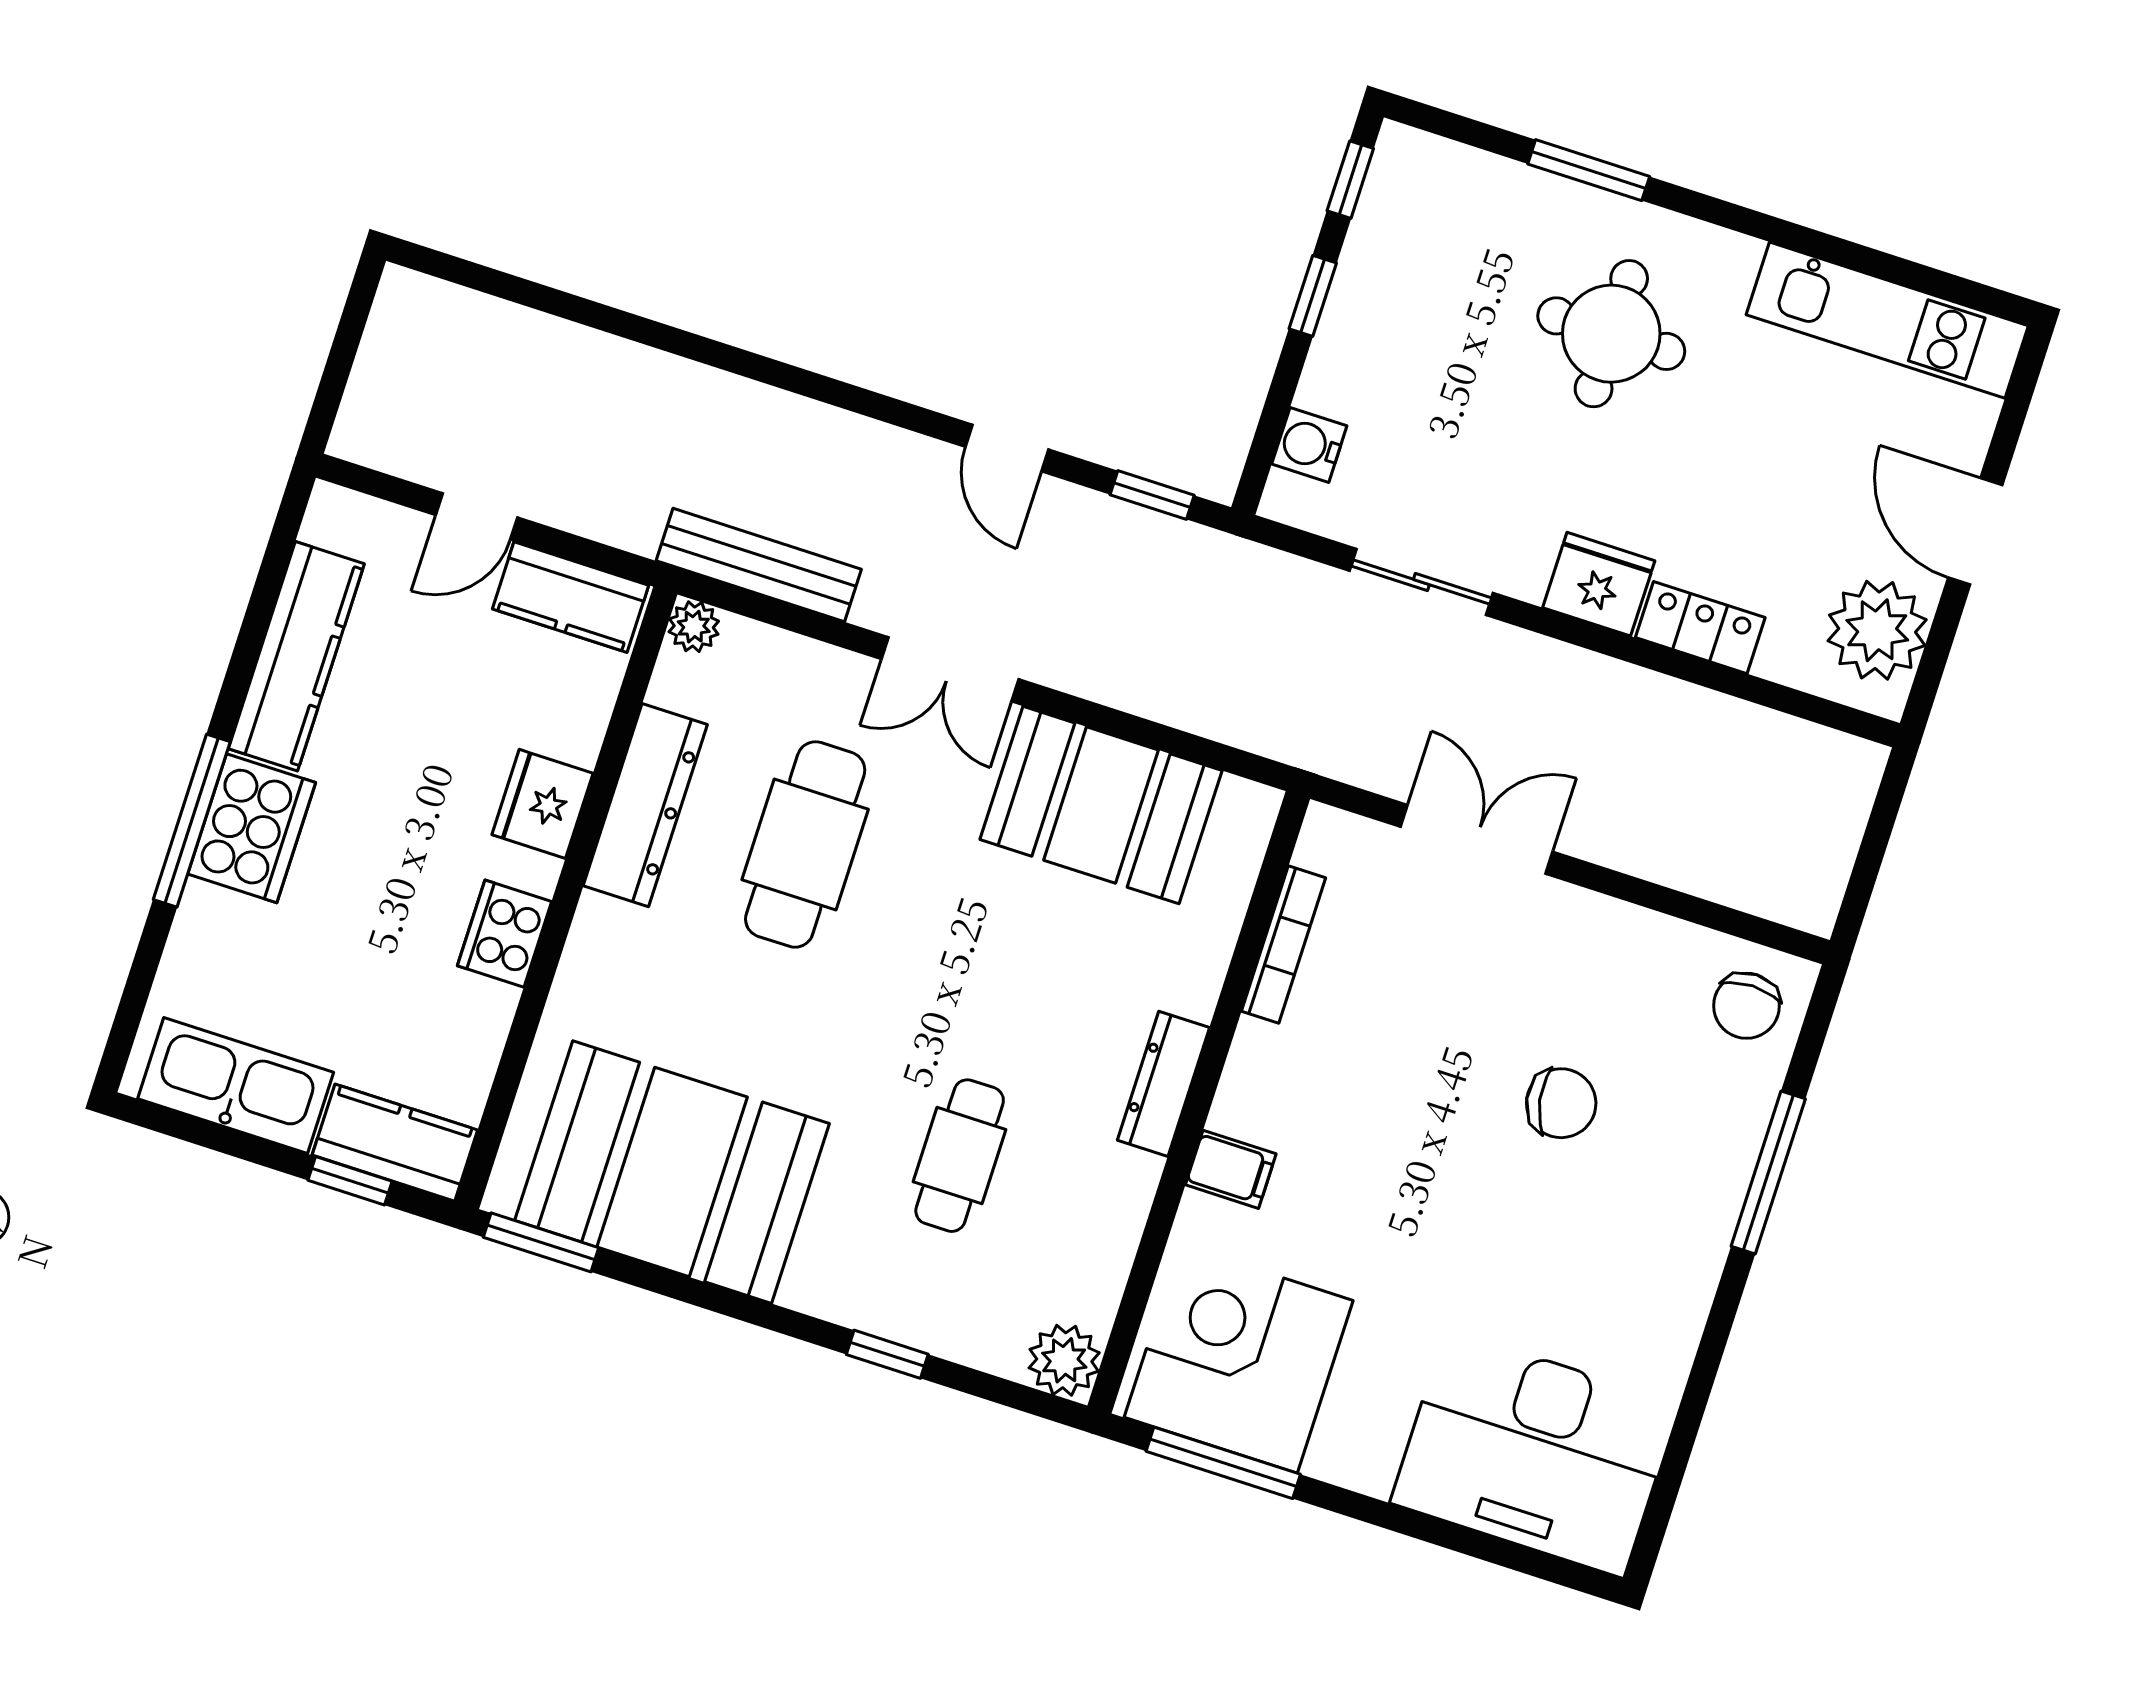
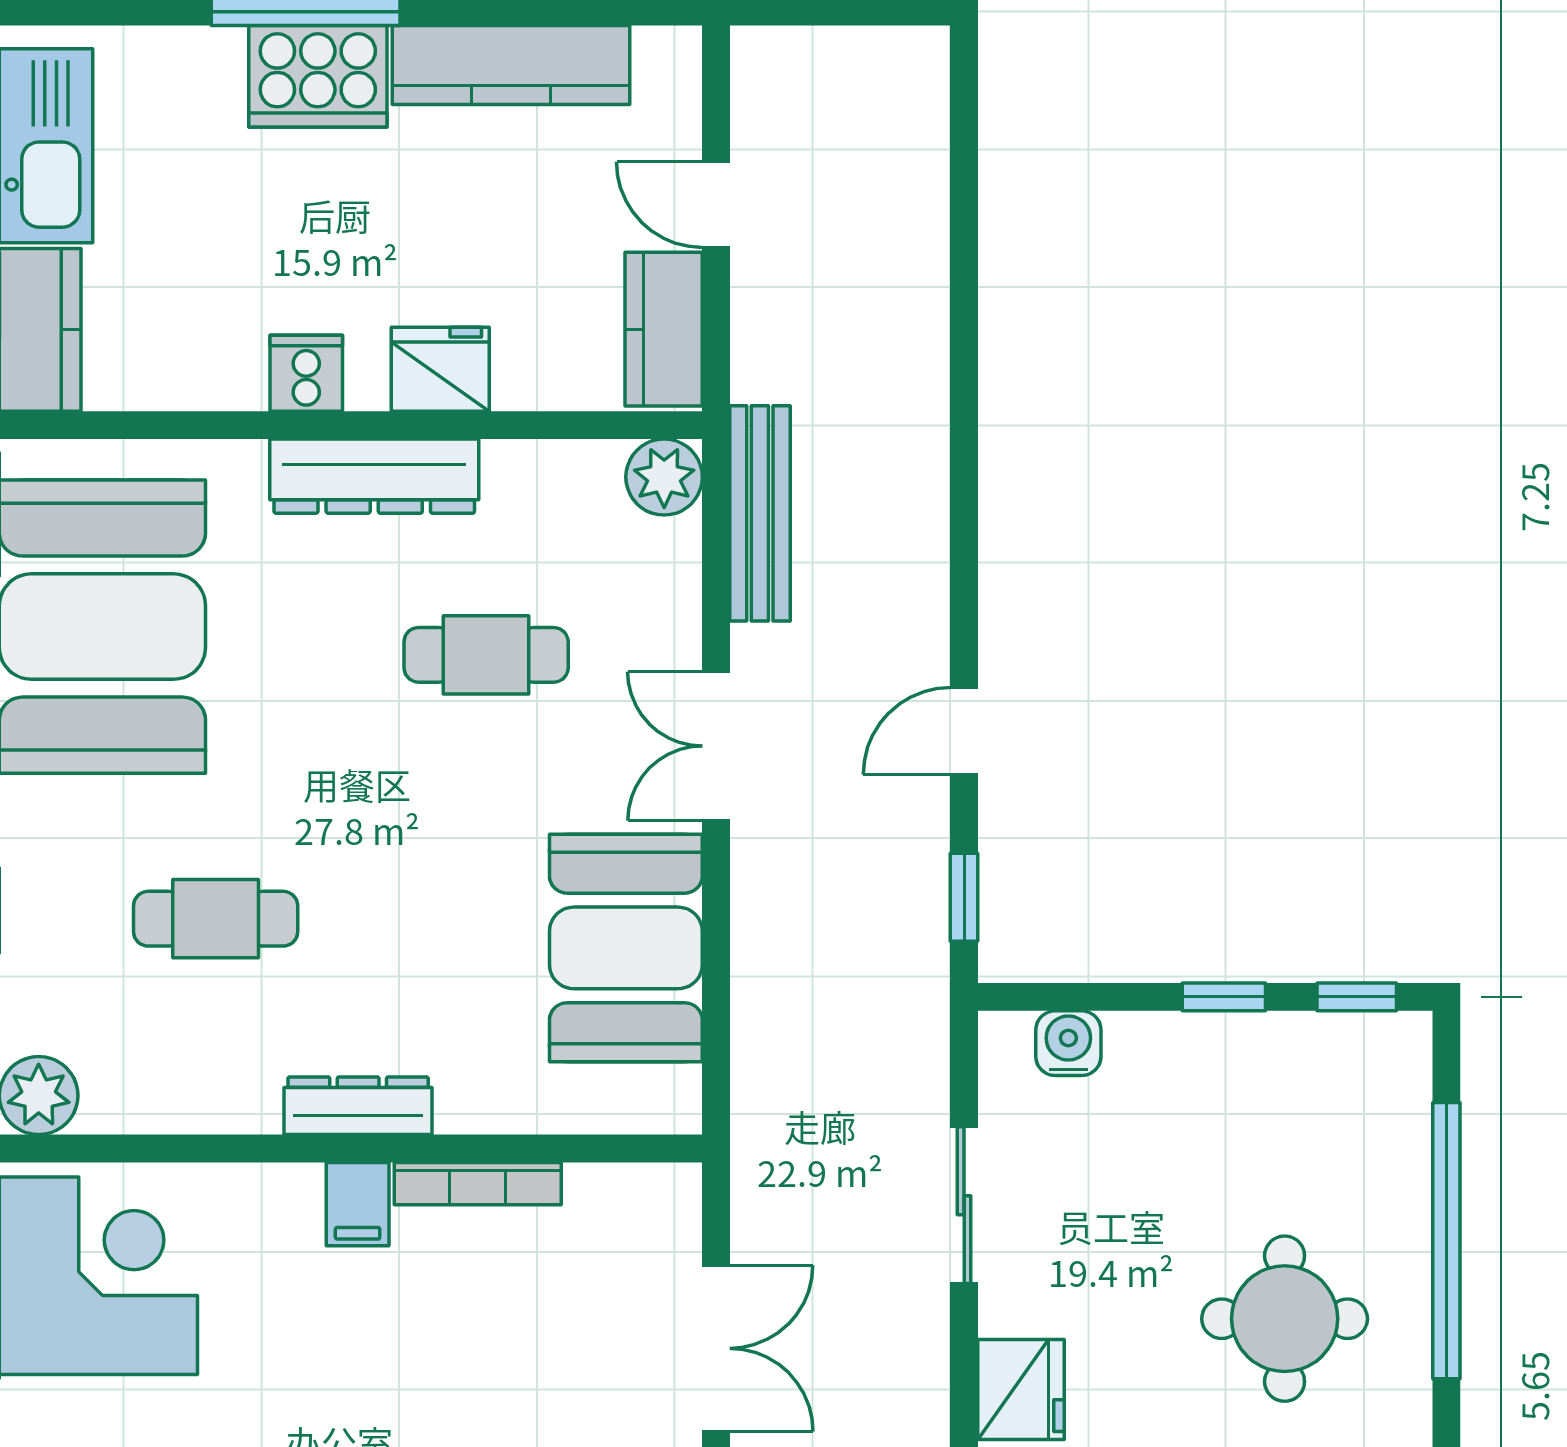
window: (1589, 170) -> (1446, 1241), width x2.11
plant: (694, 627) -> (664, 477), width x1.38, depth x1.38
dresser: (645, 805) -> (374, 476), moved
cafe table: (805, 844) -> (486, 655), width x0.73, depth x0.74
cooker: (504, 934) -> (306, 373), width x0.73
bookcase: (1284, 944) -> (478, 1184), moved
filing cabinet: (1231, 1169) -> (358, 1204), moved

